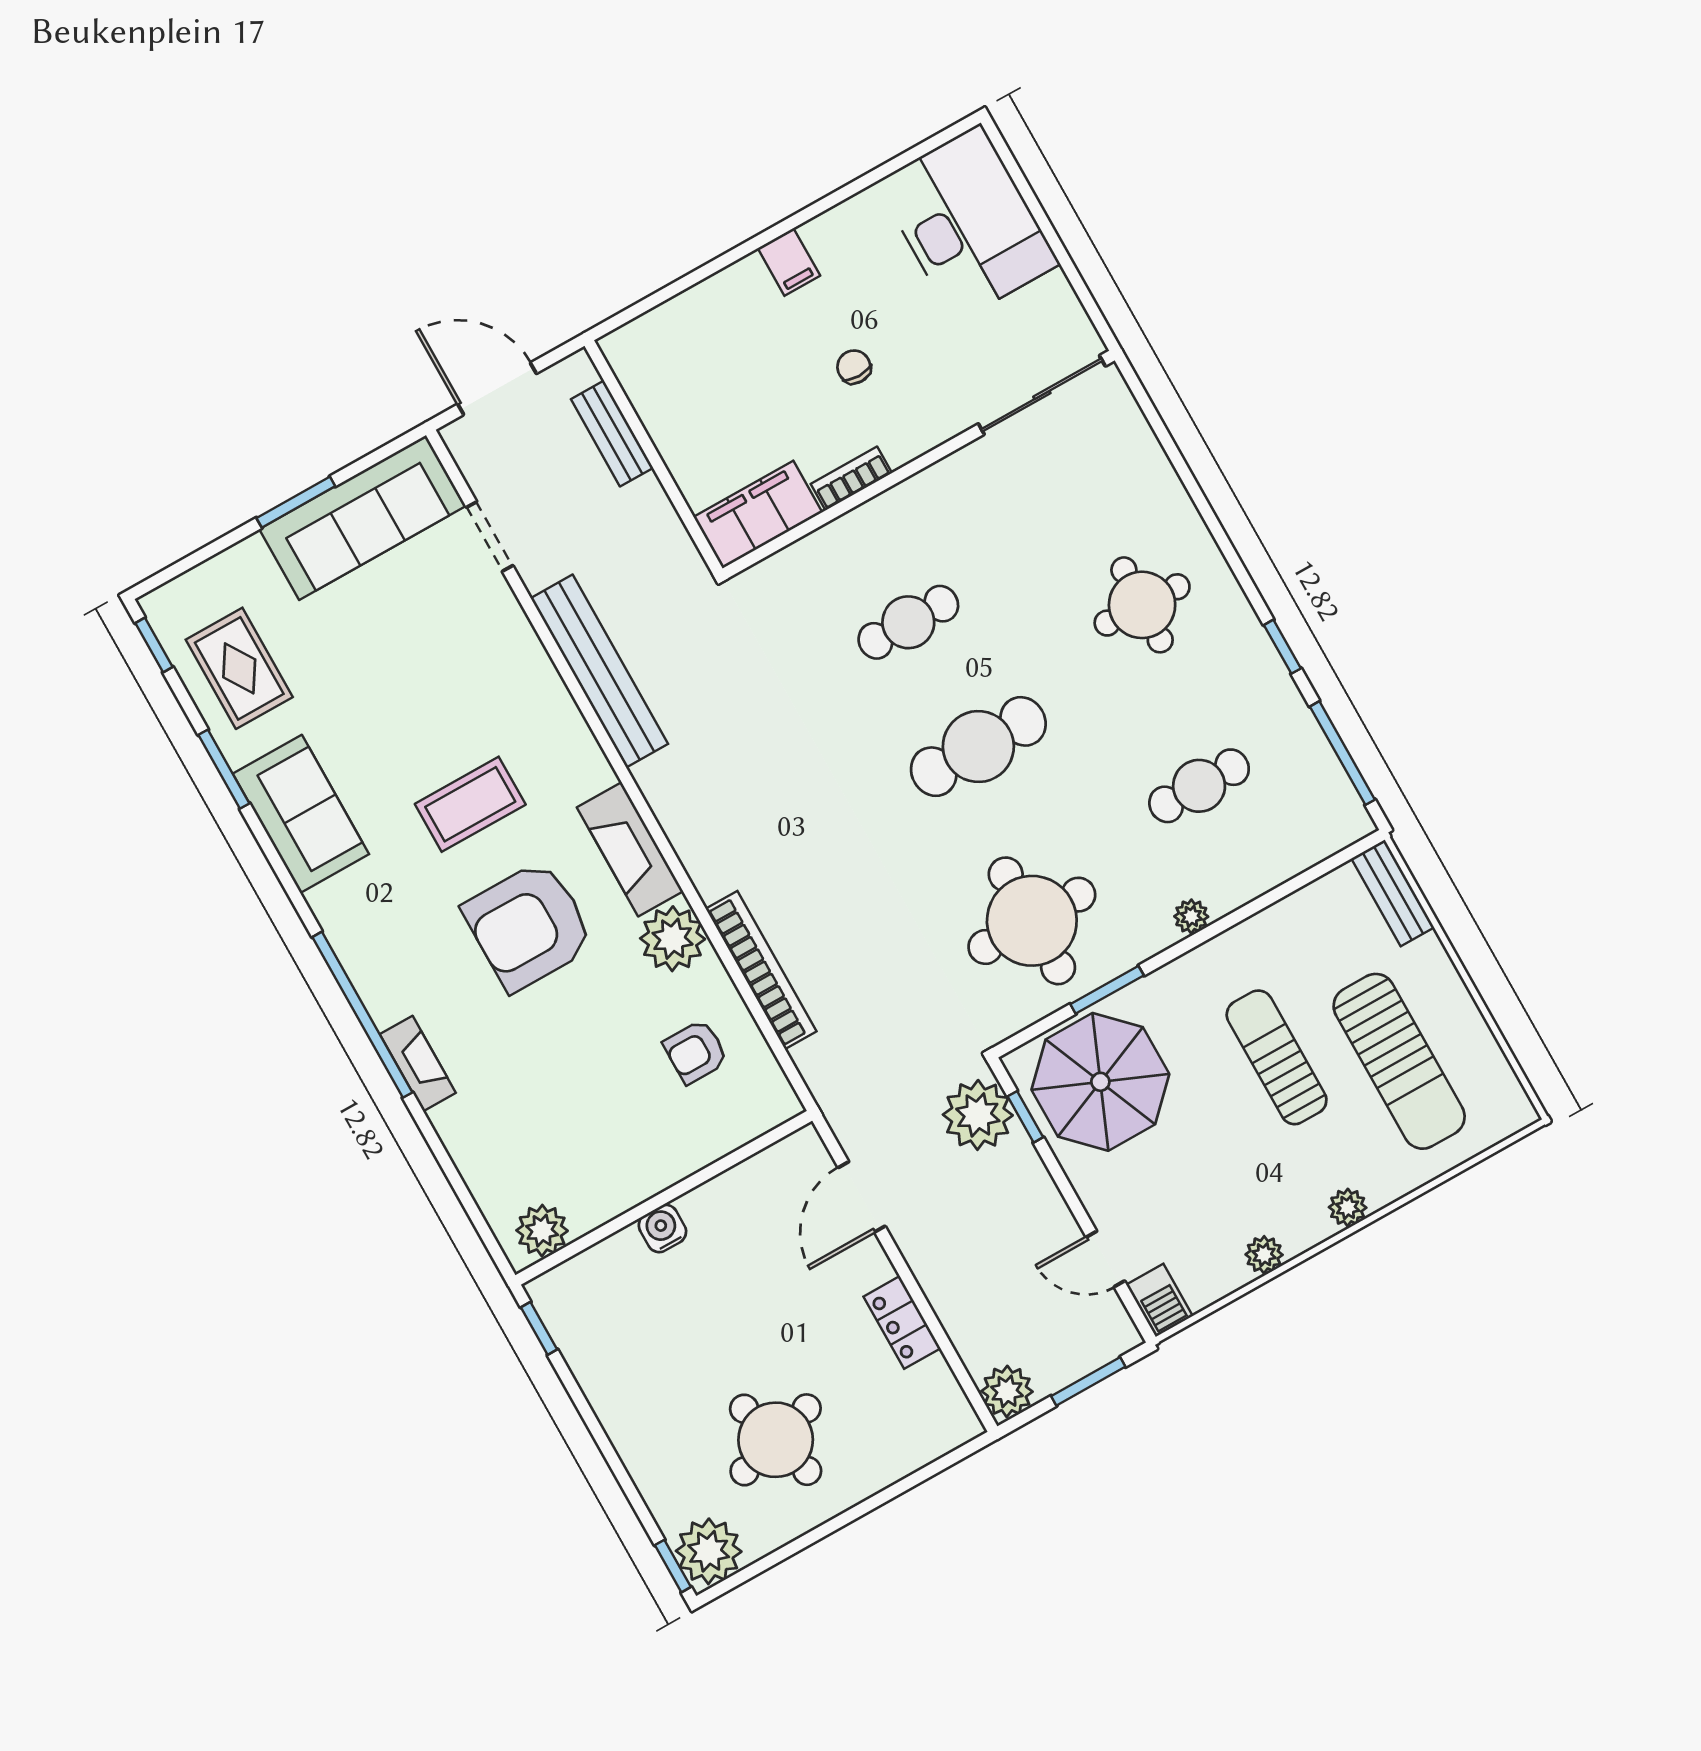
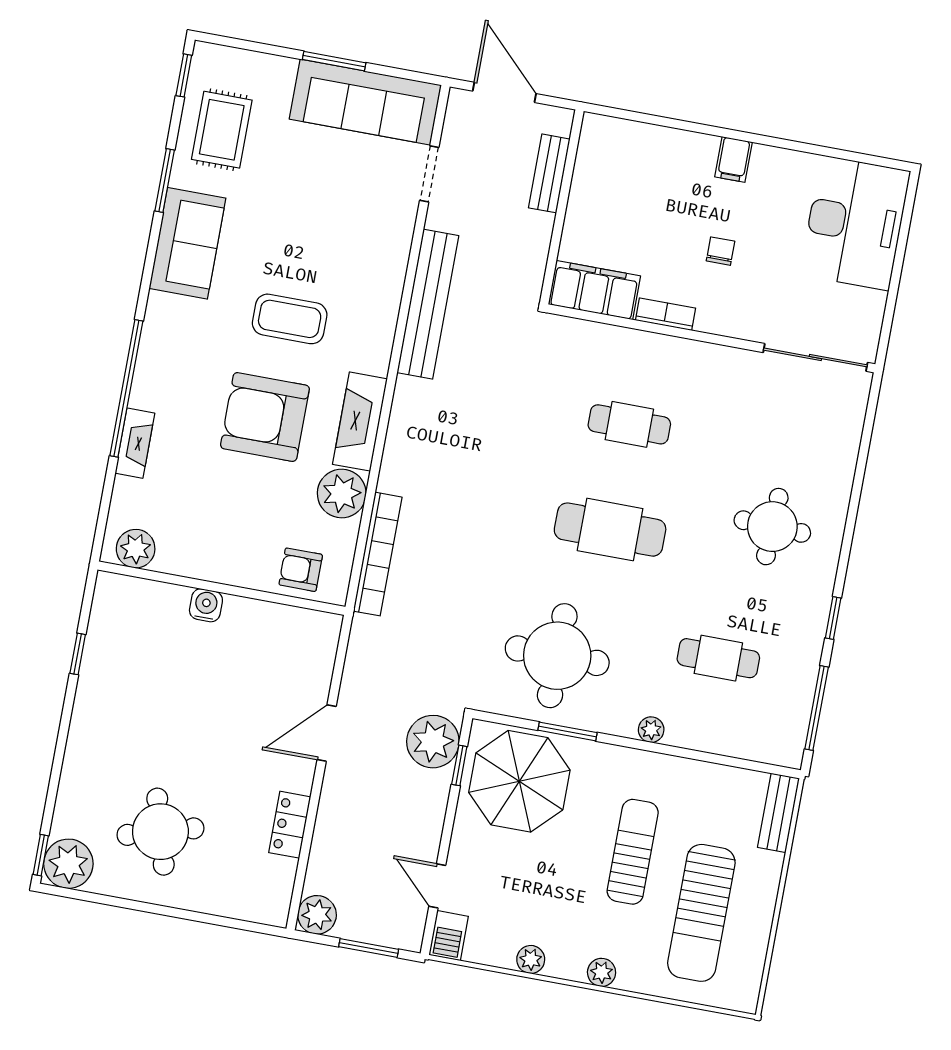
wall: (664, 1198) -> (221, 588), moved
water cooler: (662, 1228) -> (206, 605), moved
plant: (542, 1231) -> (136, 549), moved

